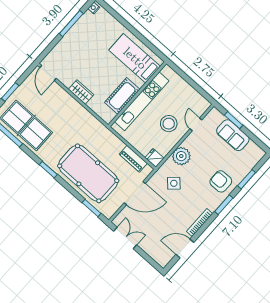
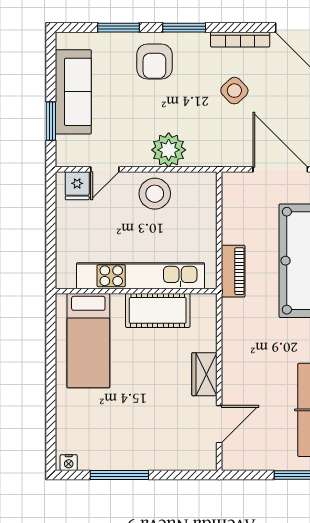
door: (48, 73) -> (219, 424), moved
stool: (169, 124) -> (155, 194), moved
sofa: (233, 135) -> (73, 92), width x1.36
fridge: (155, 158) -> (77, 186), moved
piano: (133, 159) -> (233, 271), moved
side table: (174, 183) -> (234, 91), moved

